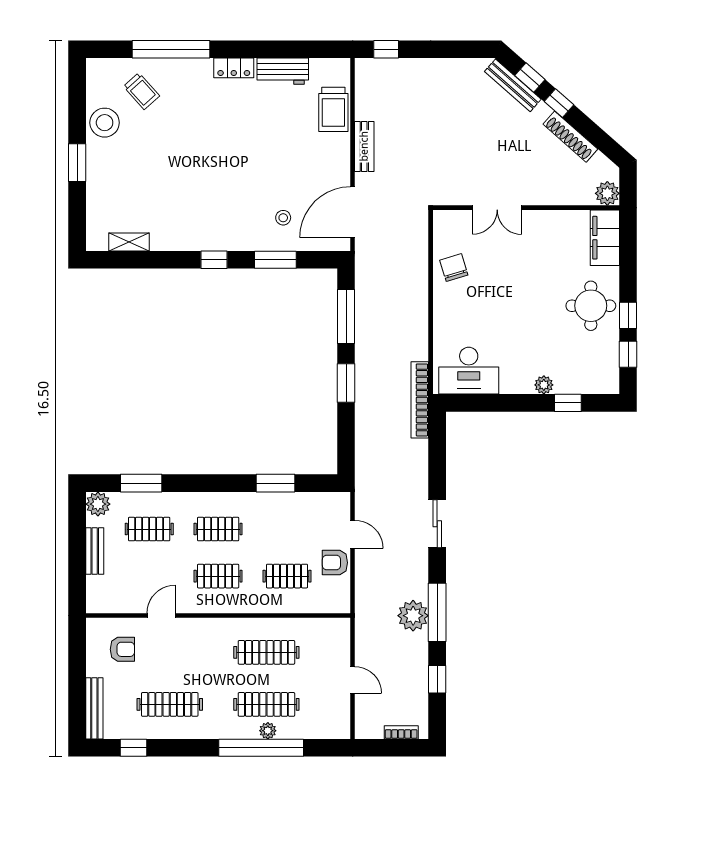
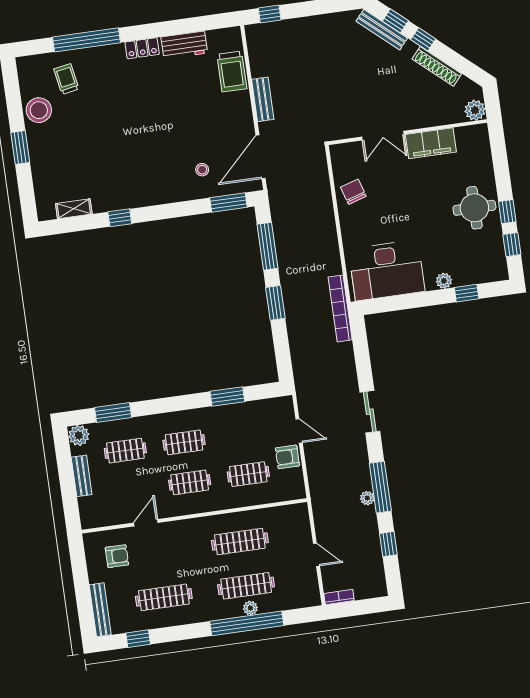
trolley: (141, 91) -> (66, 79), turned -148
filing cabinet: (605, 238) -> (431, 143), moved, turned -90
window: (214, 260) -> (120, 218), moved
window: (275, 260) -> (228, 202), moved
desk: (469, 371) -> (387, 270), width x1.36, depth x1.30
plant: (413, 616) -> (367, 498), width x0.53, depth x0.53
bookcase: (401, 732) -> (339, 597), moved

